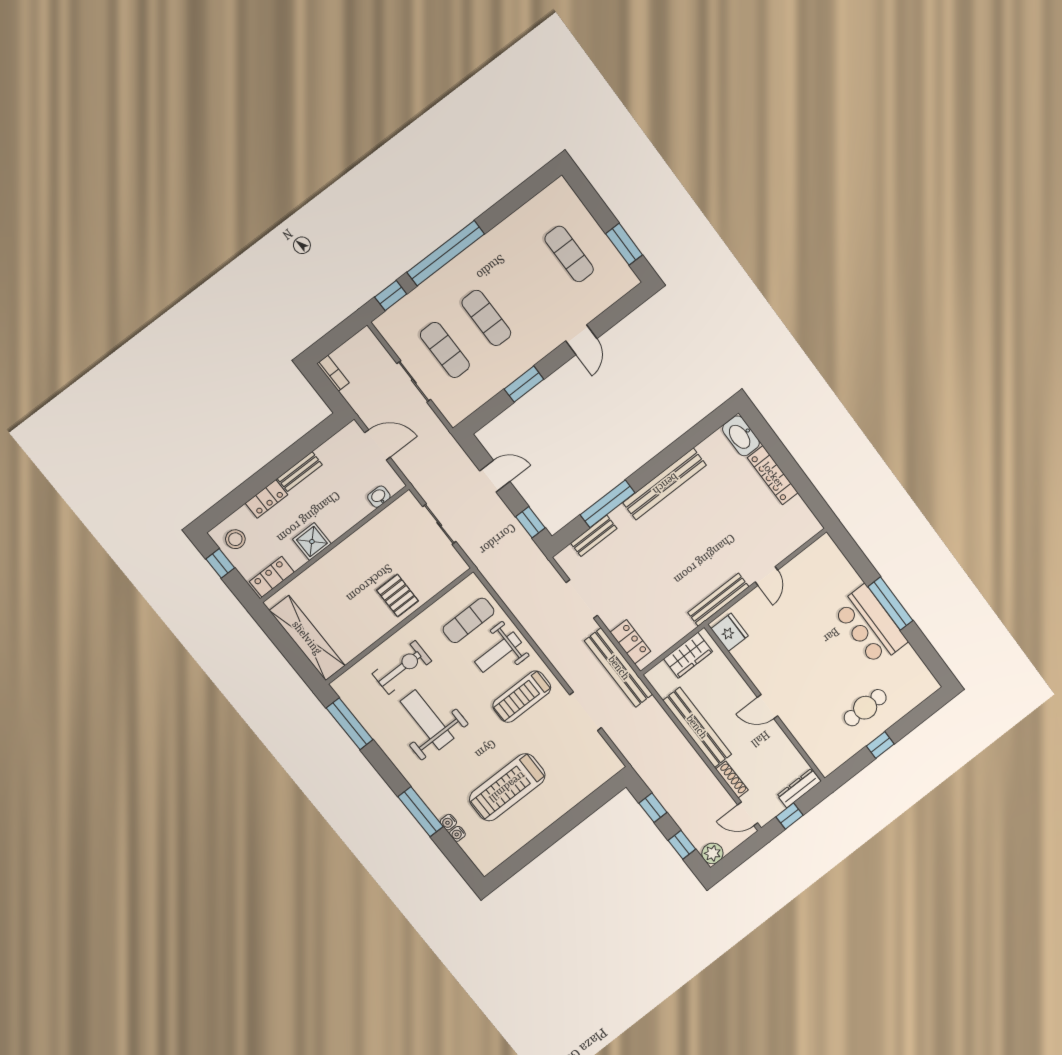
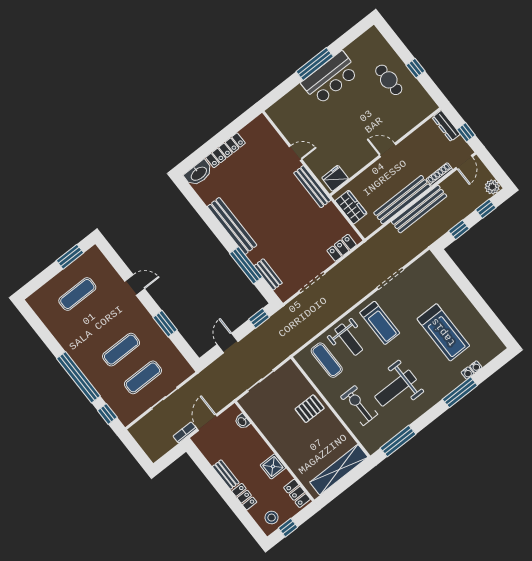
bookcase: (333, 373) -> (185, 432), moved
bench: (619, 668) -> (419, 209), moved
door: (767, 707) -> (388, 150), swing flipped

